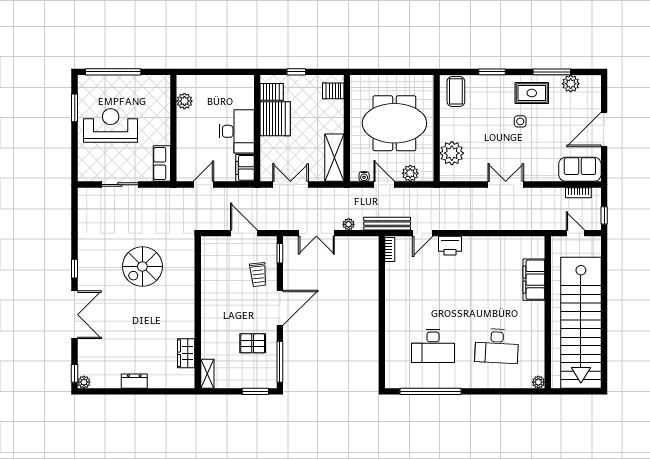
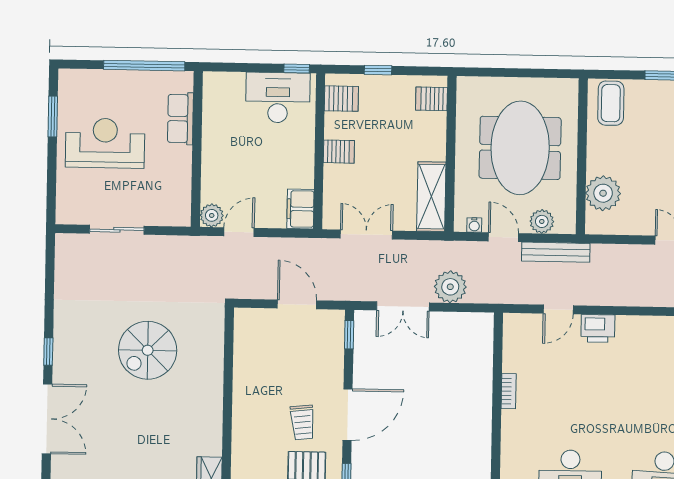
window: (113, 72) -> (144, 66), moved
window: (241, 72) -> (297, 68), added
plant: (184, 101) -> (212, 215), moved
server rack: (275, 119) -> (339, 152), width x0.46, depth x0.70
meeting table: (394, 123) -> (520, 148), turned 90
desk: (237, 131) -> (278, 98), moved, turned -90
row of seats: (162, 164) -> (180, 119), moved
plant: (349, 224) -> (450, 287), width x1.88, depth x1.88
bench: (387, 224) -> (556, 252), moved
bookcase: (390, 250) -> (509, 391), moved
trolley: (258, 275) -> (303, 422), moved

